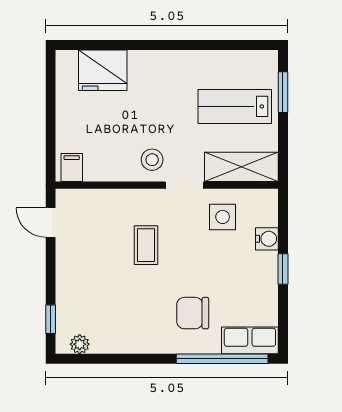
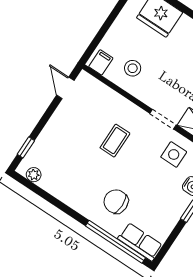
stool: (152, 160) -> (133, 68), moved

